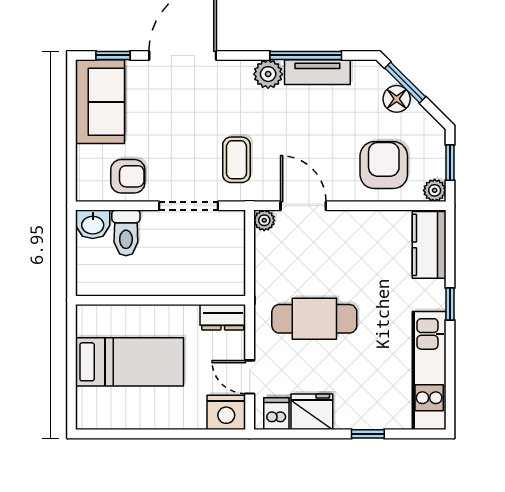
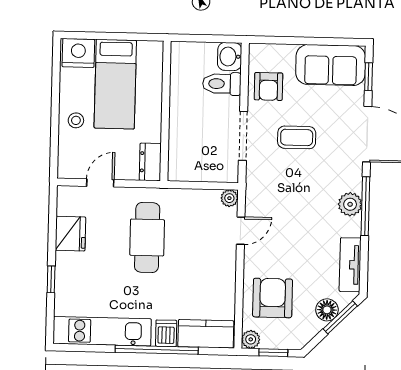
window: (306, 55) -> (365, 206), moved
tv unit: (317, 72) -> (350, 265), moved
coffee table: (236, 160) -> (297, 137), moved
armchair: (384, 165) -> (273, 298), turned -90
door: (303, 206) -> (241, 231), width x0.73
window: (450, 304) -> (157, 350), width x3.17
stool: (175, 408) -> (76, 120), added
nightstand: (226, 412) -> (78, 53), moved, turned 90
dishwasher: (276, 414) -> (166, 333), moved, turned -90

